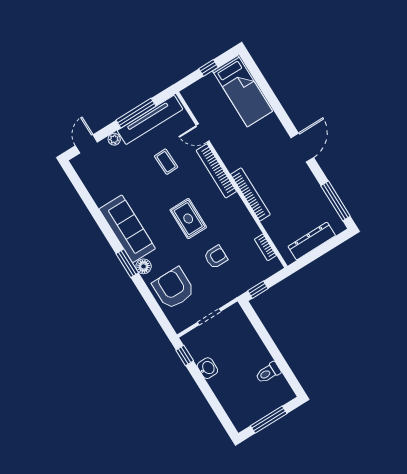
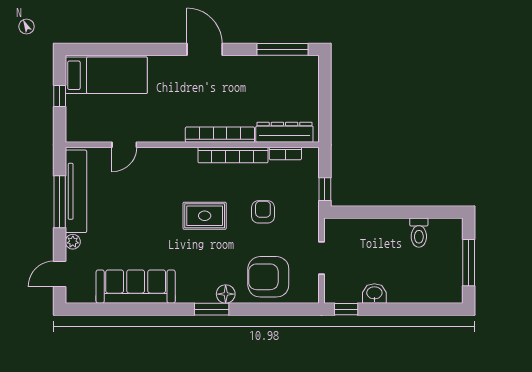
door: (86, 144) -> (60, 274), hinge flipped
coffee table: (166, 162) -> (130, 202), removed
bookcase: (216, 171) -> (233, 155), moved
sofa: (127, 229) -> (136, 287), moved
dresser: (312, 241) -> (284, 132), moved, turned 90

